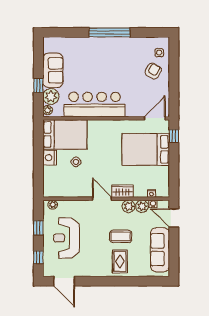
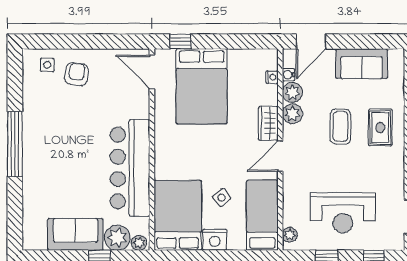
armchair: (153, 71) -> (77, 74), turned 69
bed: (65, 187) -> (262, 215), added
sofa: (160, 250) -> (362, 64), width x0.73
rug: (120, 261) -> (380, 128), turned 90

